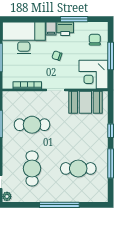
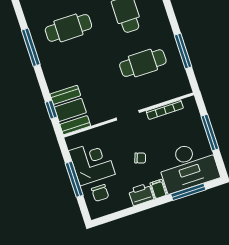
window: (74, 19) -> (188, 192), moved
corner desk: (93, 75) -> (92, 163), moved
booth: (85, 102) -> (70, 110), moved, turned 90
window: (111, 131) -> (51, 110), moved

